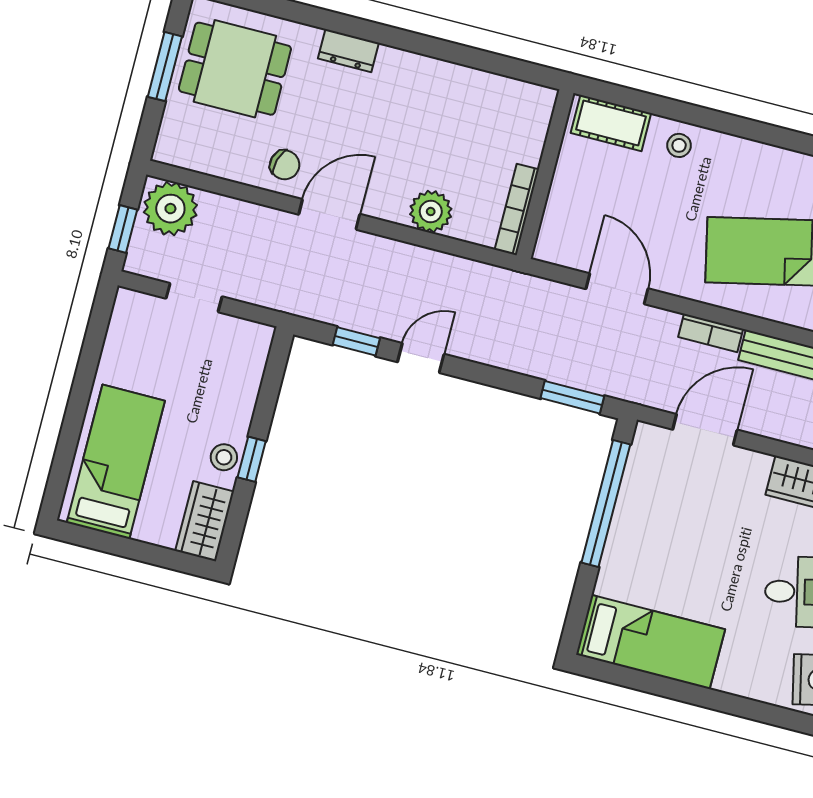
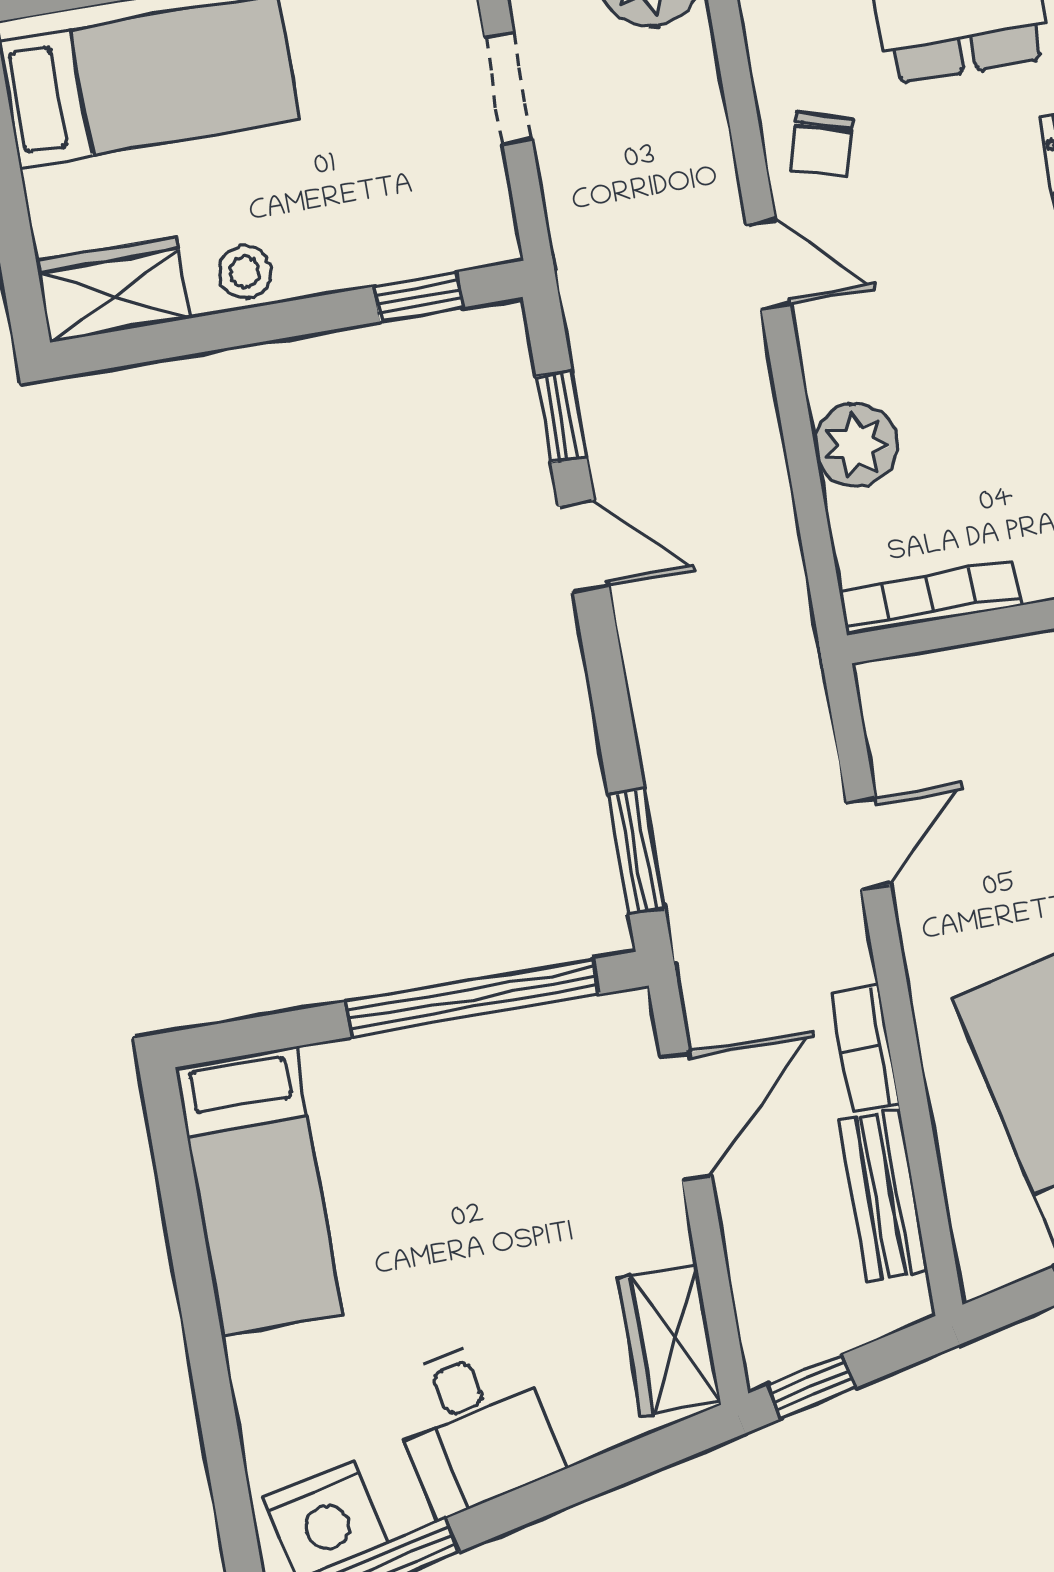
door: (329, 214) -> (768, 264), width x0.73
door: (617, 289) -> (868, 843), width x0.73
door: (705, 430) -> (686, 1117), hinge flipped
window: (252, 459) -> (418, 297), moved

